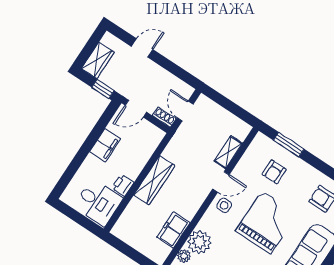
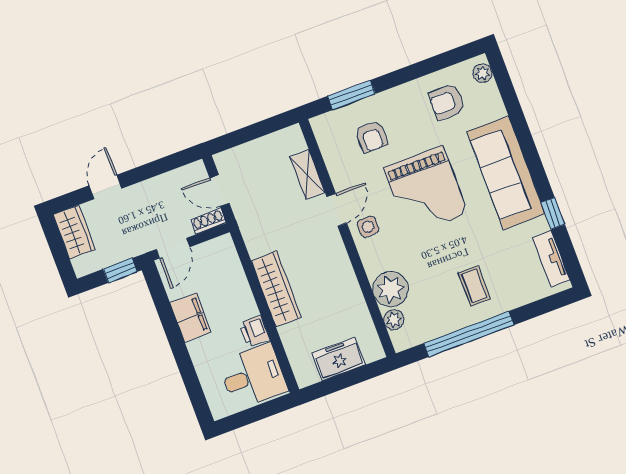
wardrobe: (98, 60) -> (74, 232), moved
grand piano: (266, 222) -> (426, 191), turned 180
freezer: (173, 230) -> (339, 359), moved, turned 90

